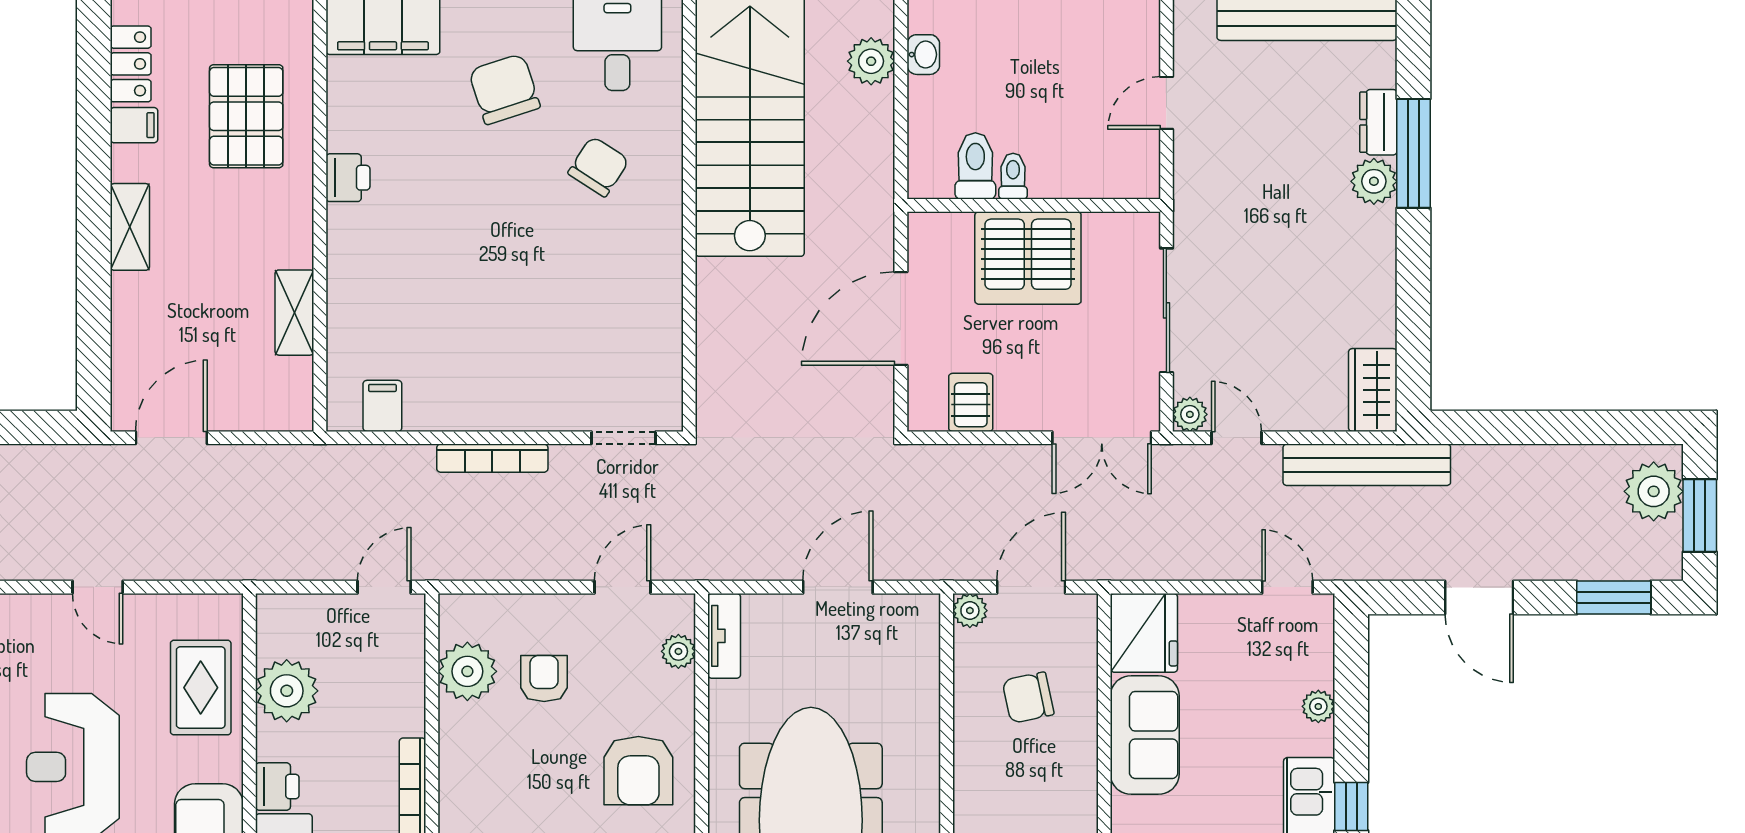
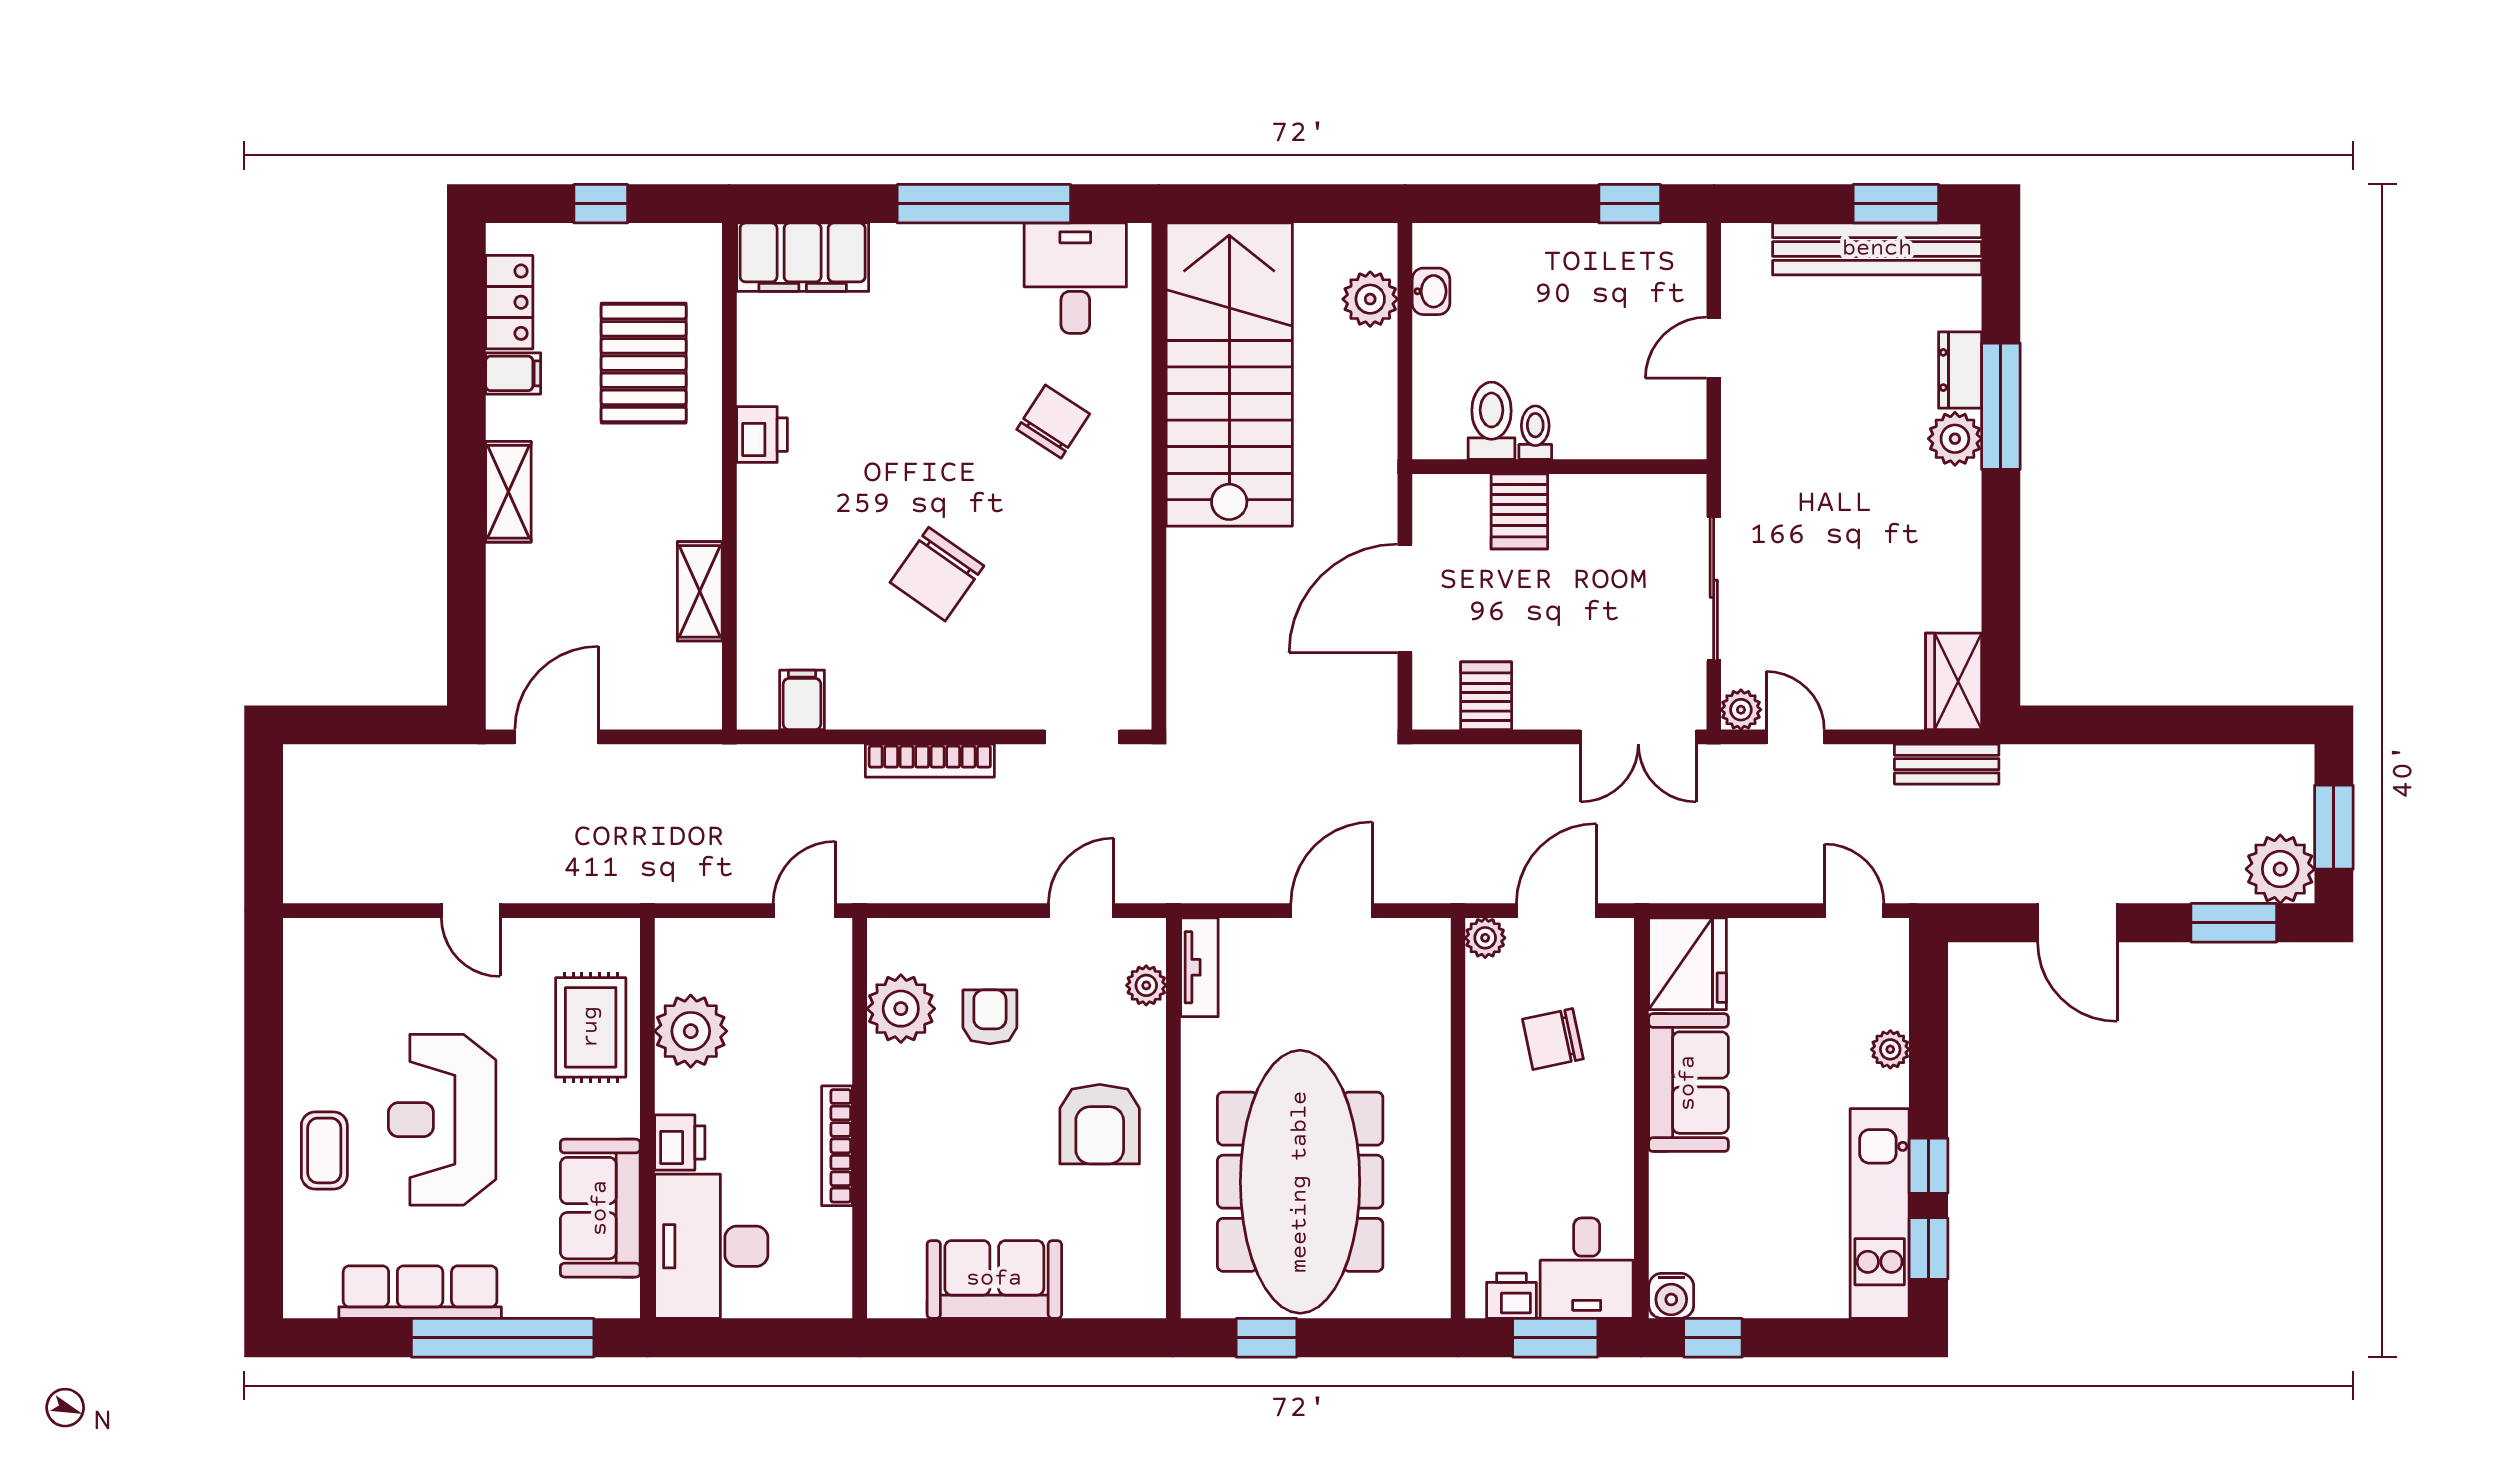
chair: (504, 89) -> (937, 574), moved, turned -127
server rack: (1028, 258) -> (1519, 511), width x0.46, depth x0.70
bench: (1367, 465) -> (1947, 764), width x0.54, depth x0.82
plant: (1654, 491) -> (2280, 869), moved

